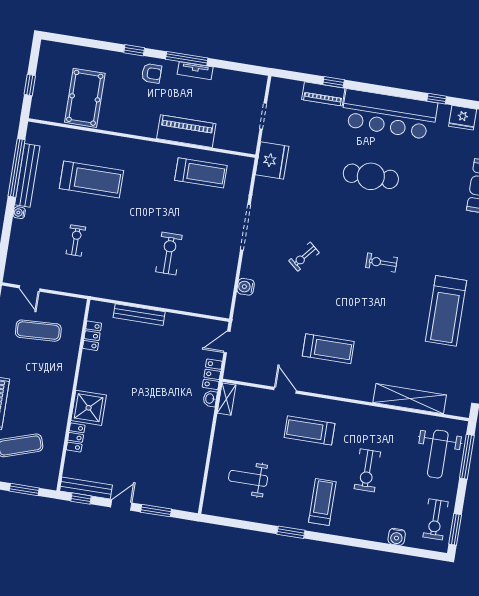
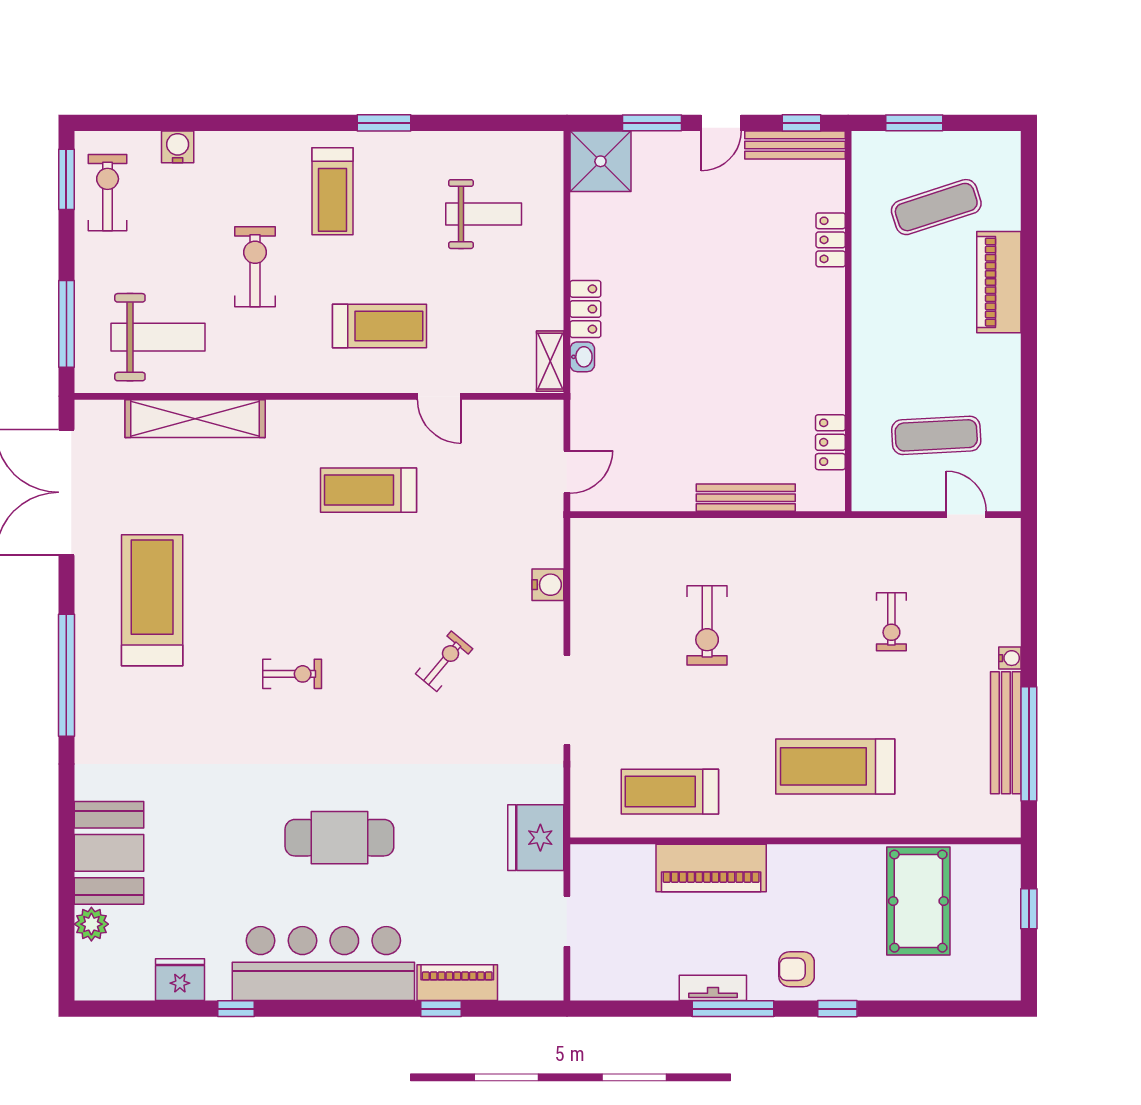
treadmill: (92, 180) -> (835, 766), moved
locker: (212, 374) -> (585, 309), moved
shower: (89, 408) -> (600, 161), moved
weight bench: (438, 454) -> (158, 337), moved, turned 90

